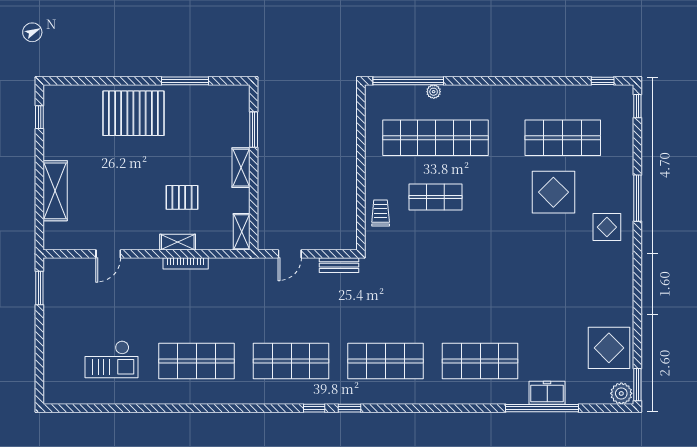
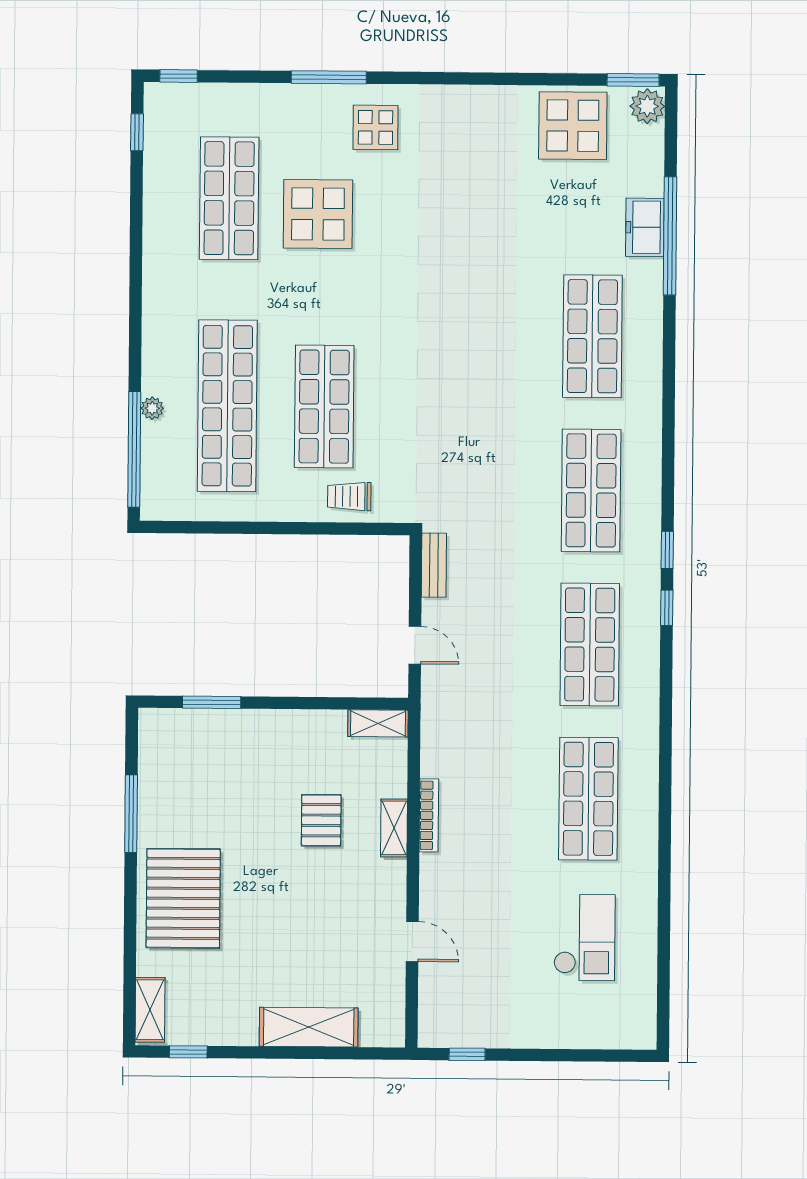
shelving: (241, 168) -> (150, 1010), moved, turned 90
shop shelf: (436, 197) -> (324, 407), width x1.43, depth x1.36
window: (39, 288) -> (467, 1054), width x0.67

